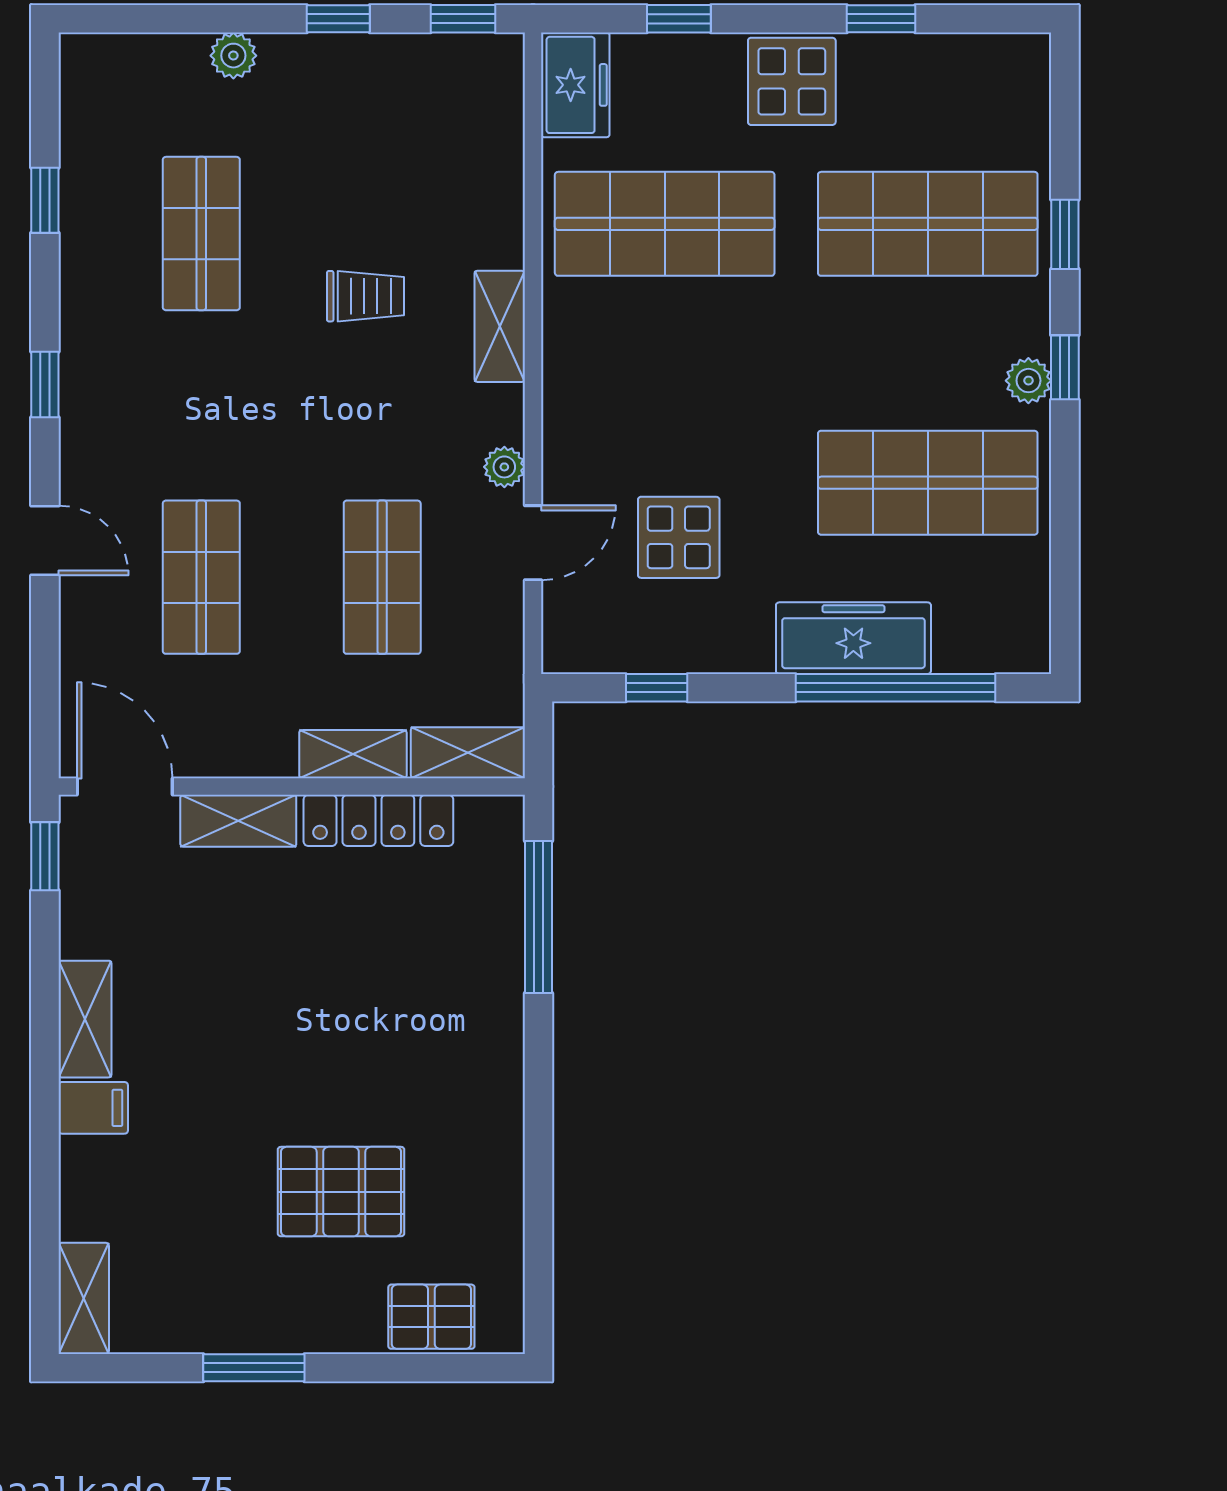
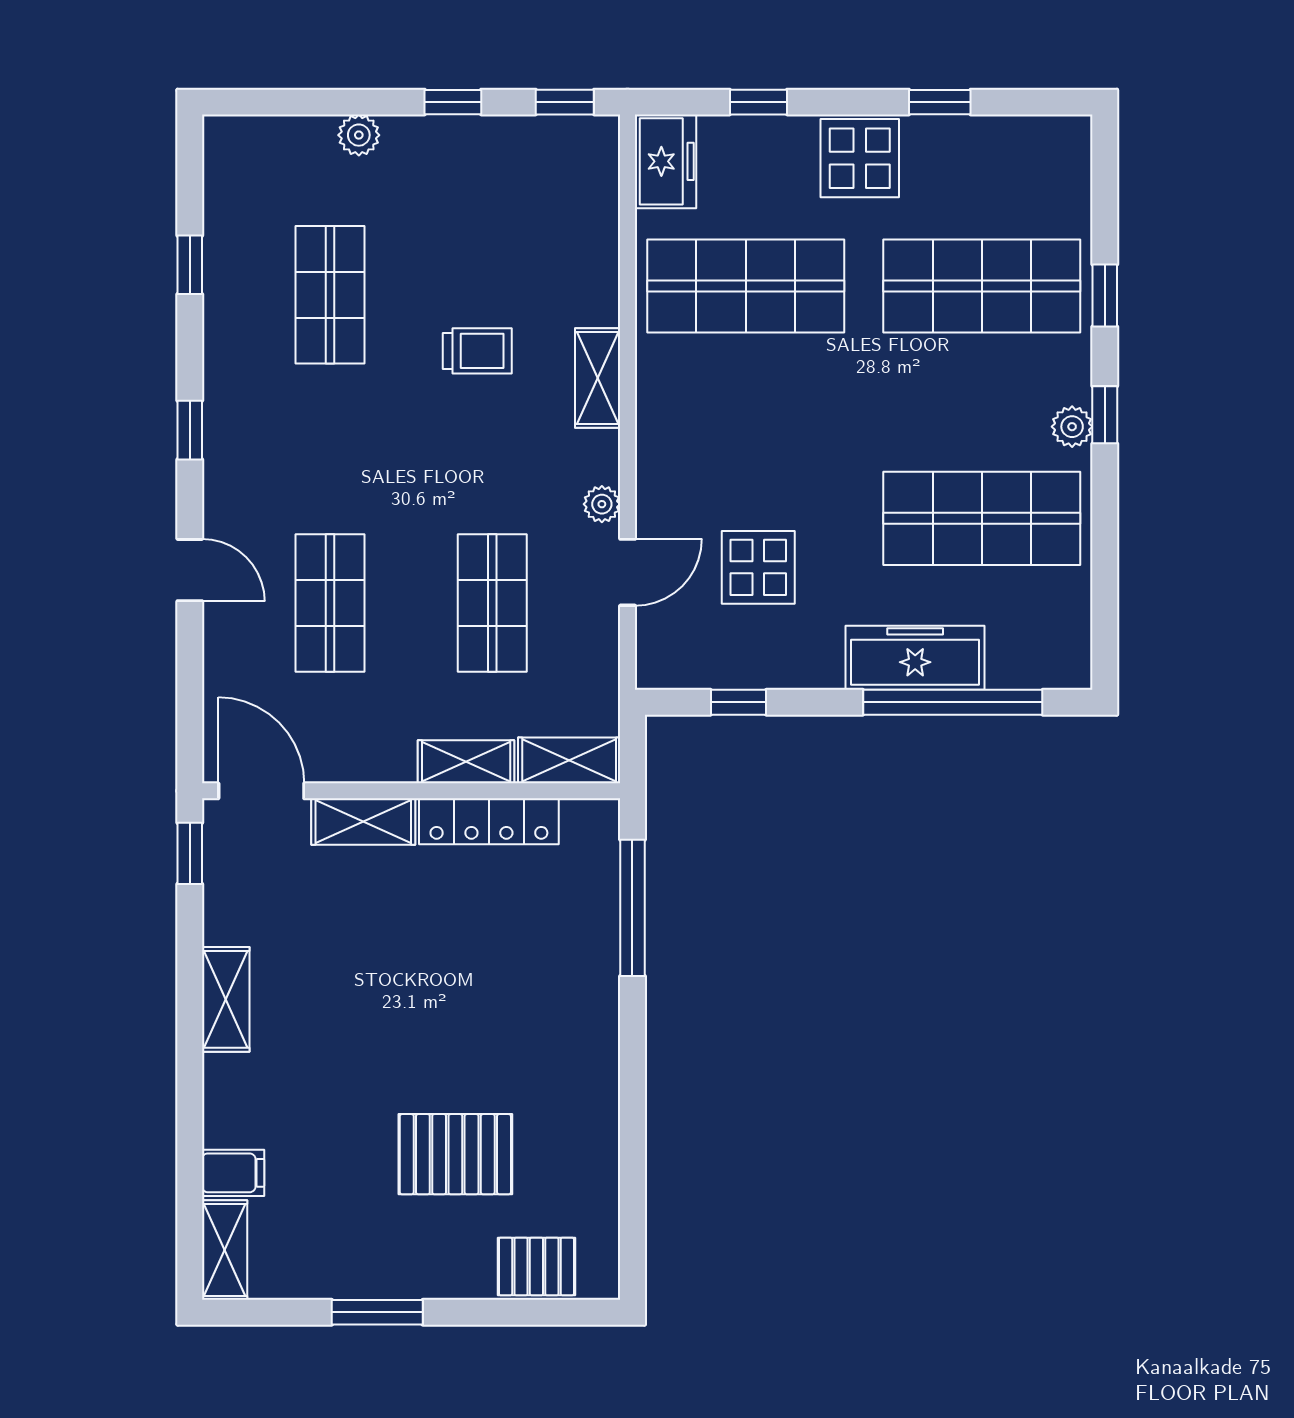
filing cabinet: (93, 1108) -> (233, 1173), moved

